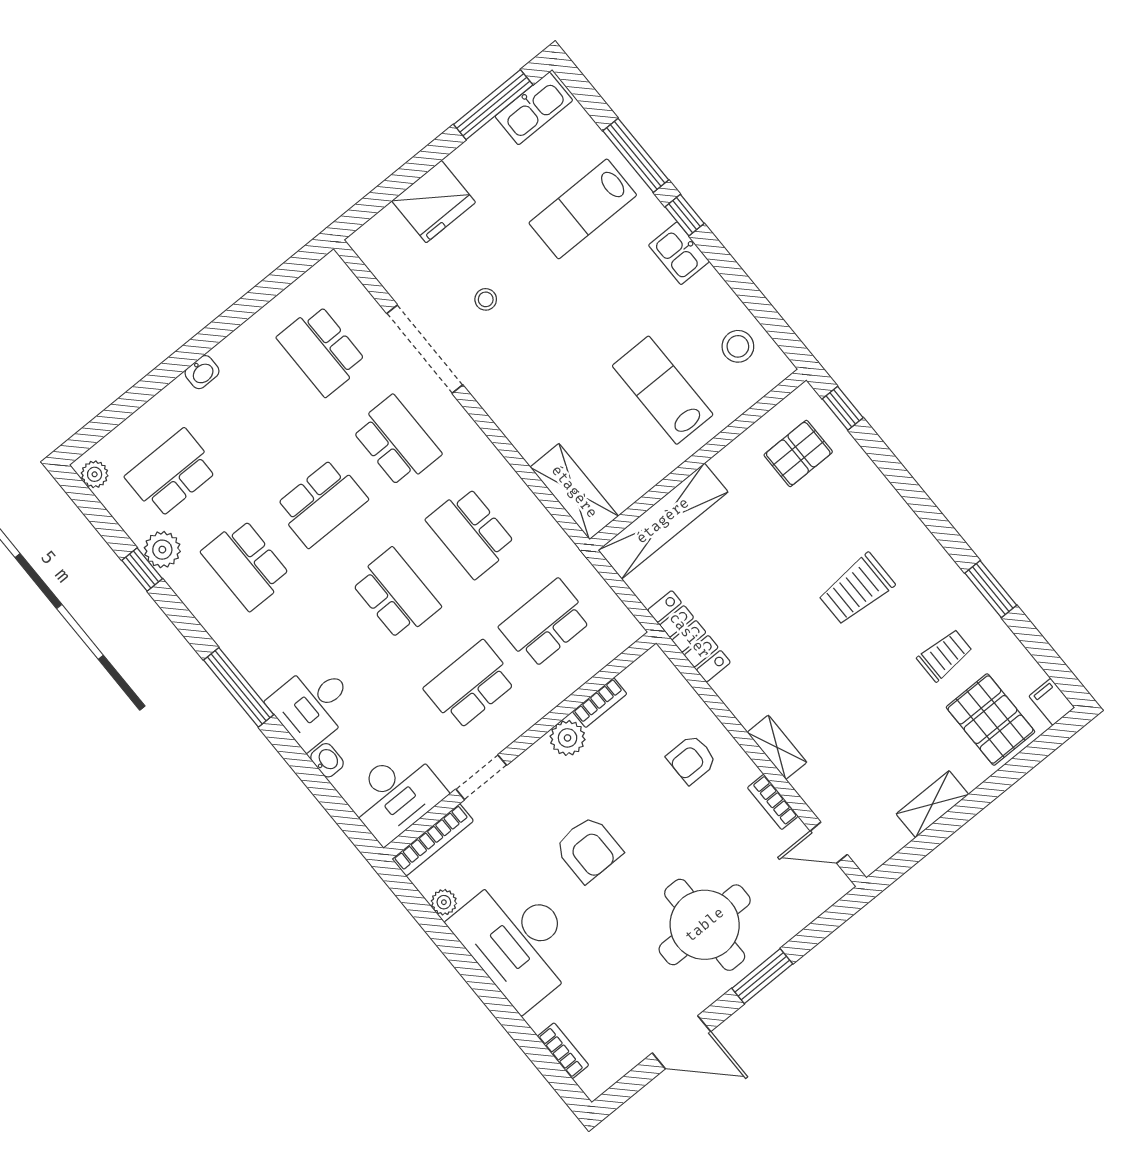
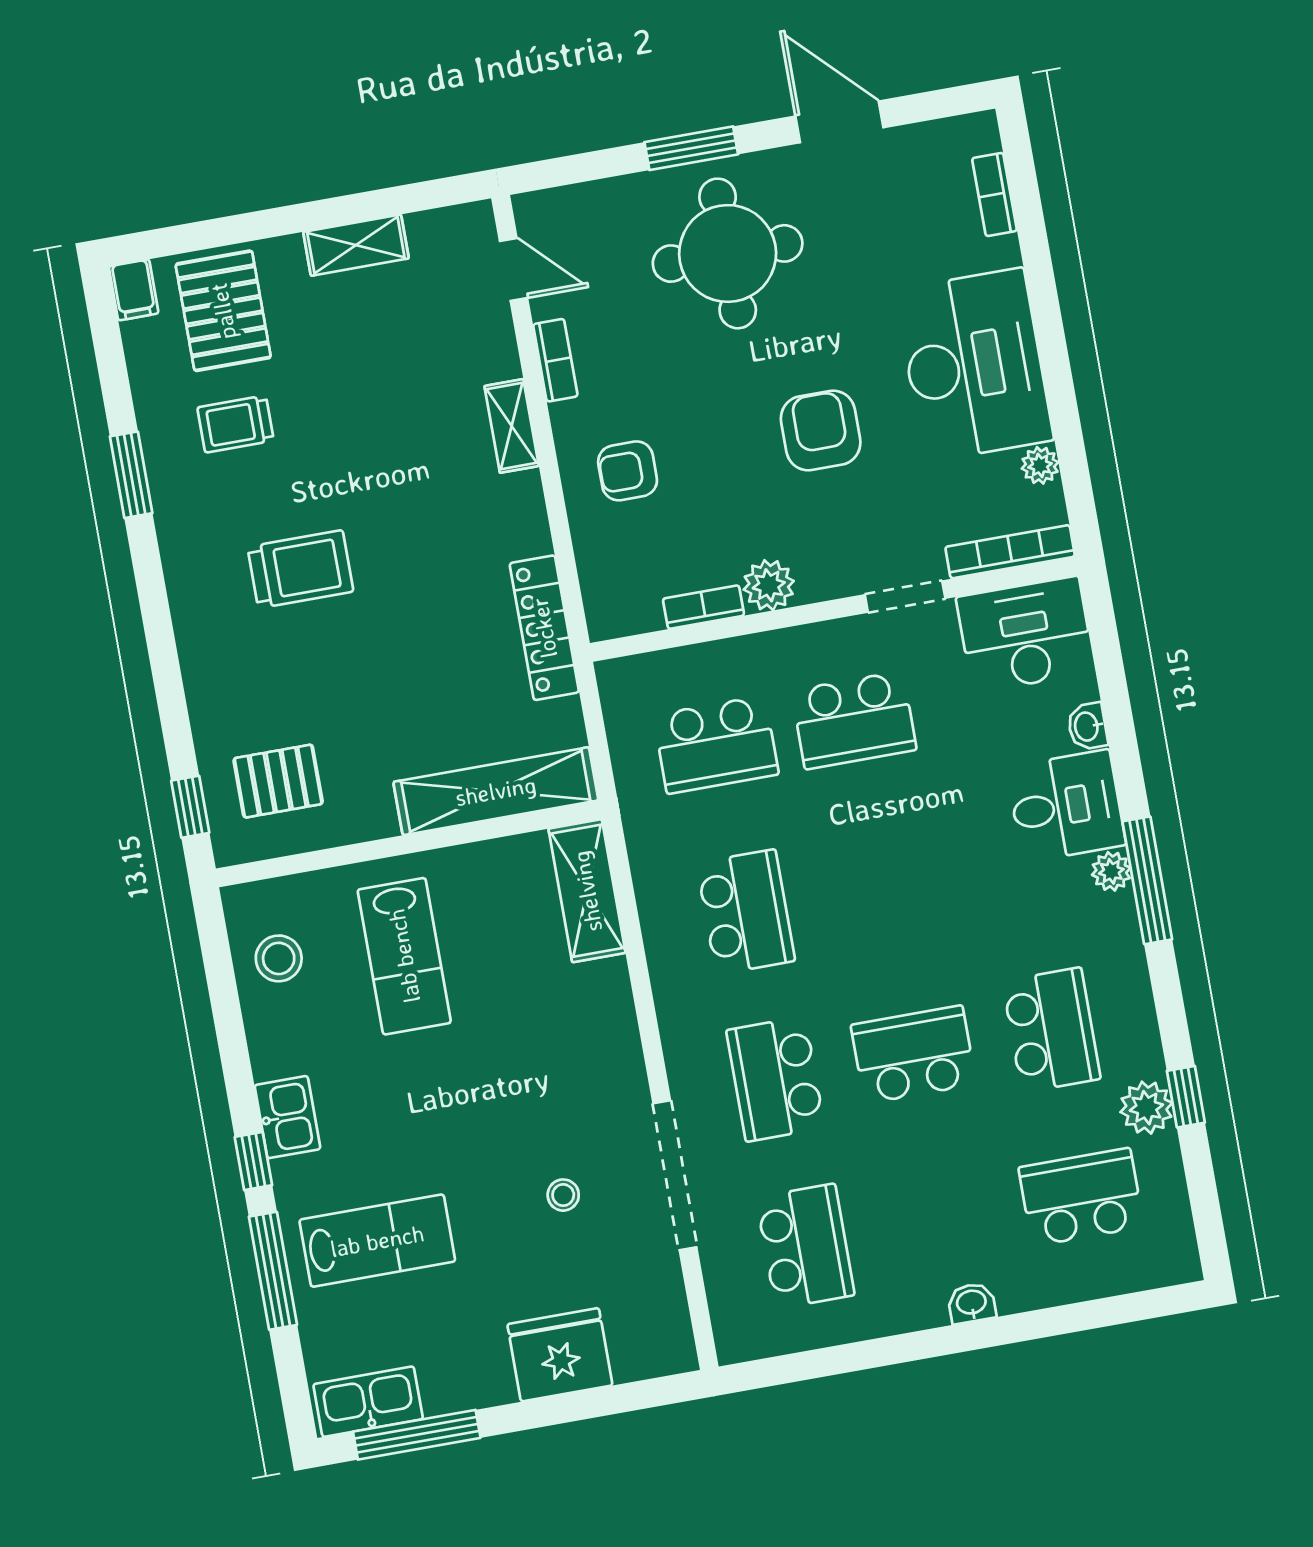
school desk: (172, 473) -> (1081, 1197), turned 180
plant: (95, 474) -> (1111, 871), moved
school desk: (396, 594) -> (884, 887), removed
armchair: (692, 759) -> (628, 471), turned 180

